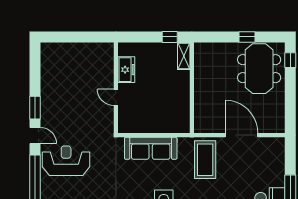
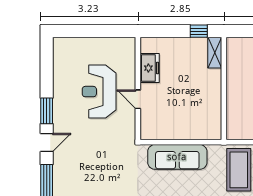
door: (35, 136) -> (47, 142), hinge flipped
reception desk: (66, 161) -> (99, 92), moved, turned -90

